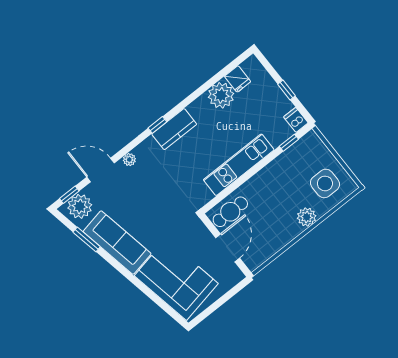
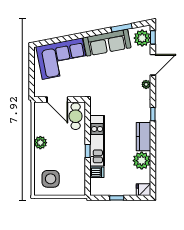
fridge: (238, 79) -> (143, 190), moved
dishwasher: (296, 120) -> (97, 172), moved
kitchen counter: (174, 129) -> (143, 137), moved
window: (289, 143) -> (88, 151), moved
plant: (307, 217) -> (40, 143), moved

